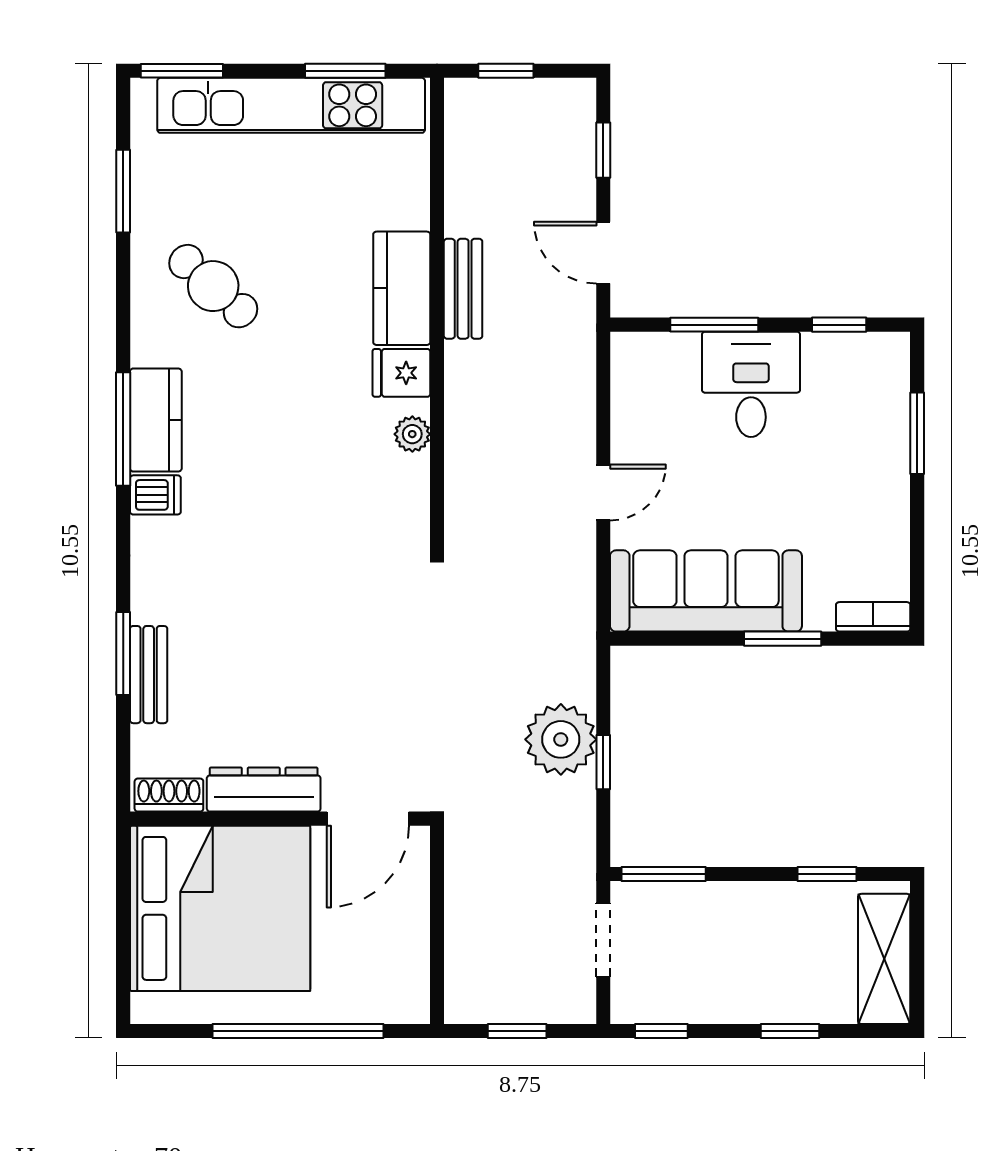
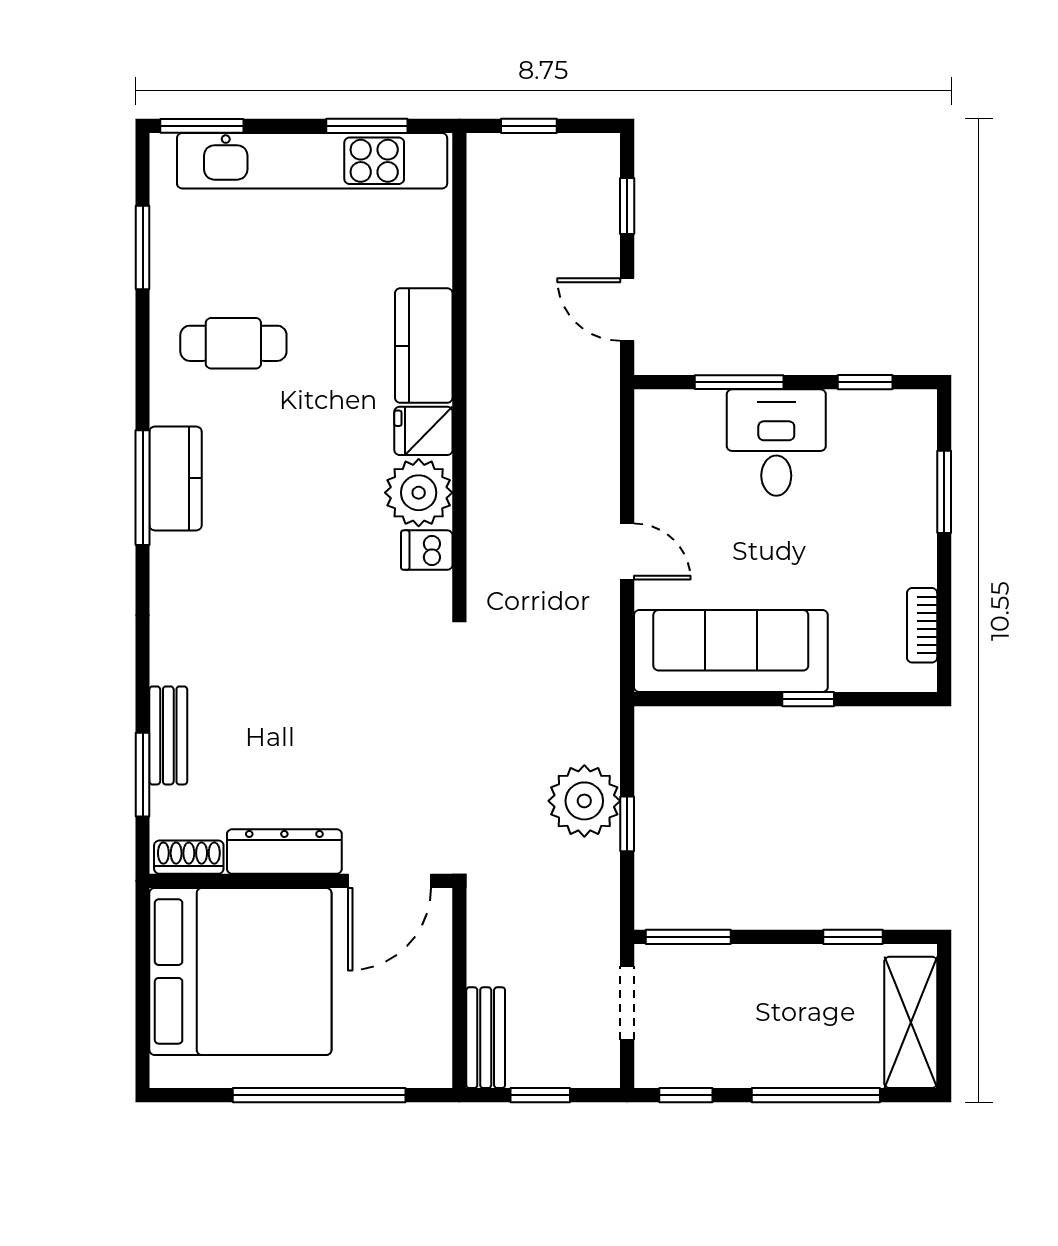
cafe table: (213, 286) -> (233, 343), turned -42
bench: (463, 289) -> (486, 1038), moved
plant: (412, 434) -> (419, 493), width x1.88, depth x1.88
door: (603, 492) -> (627, 552), hinge flipped
dishwasher: (155, 495) -> (427, 550), moved, turned 180
bookcase: (873, 617) -> (922, 625), moved, turned -90
window: (783, 639) -> (808, 699), width x0.67
window: (123, 654) -> (143, 775), moved
window: (790, 1031) -> (816, 1095), width x2.17

